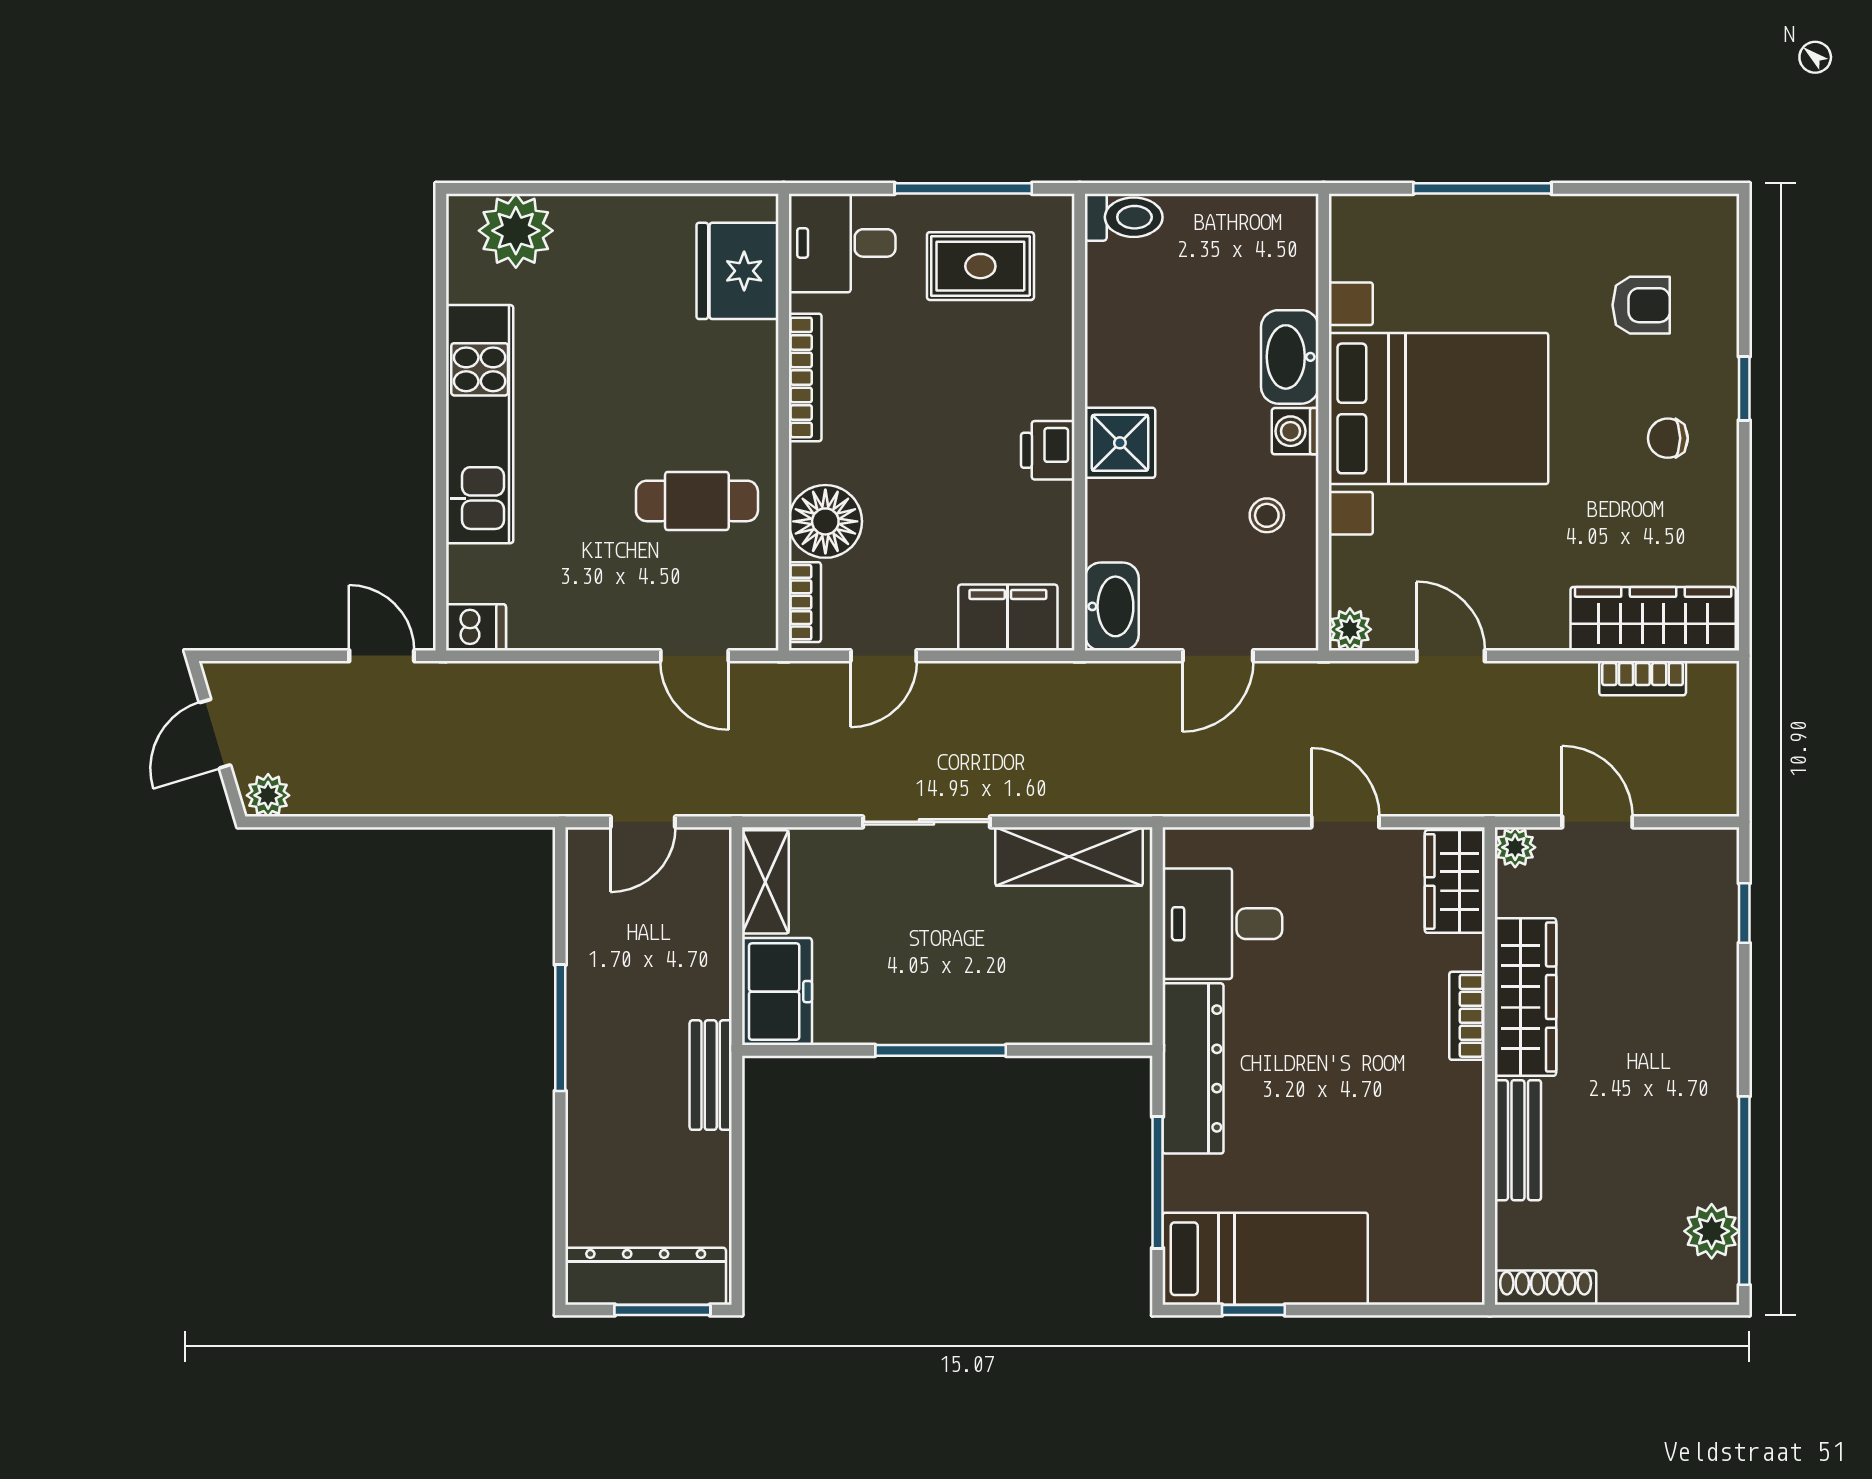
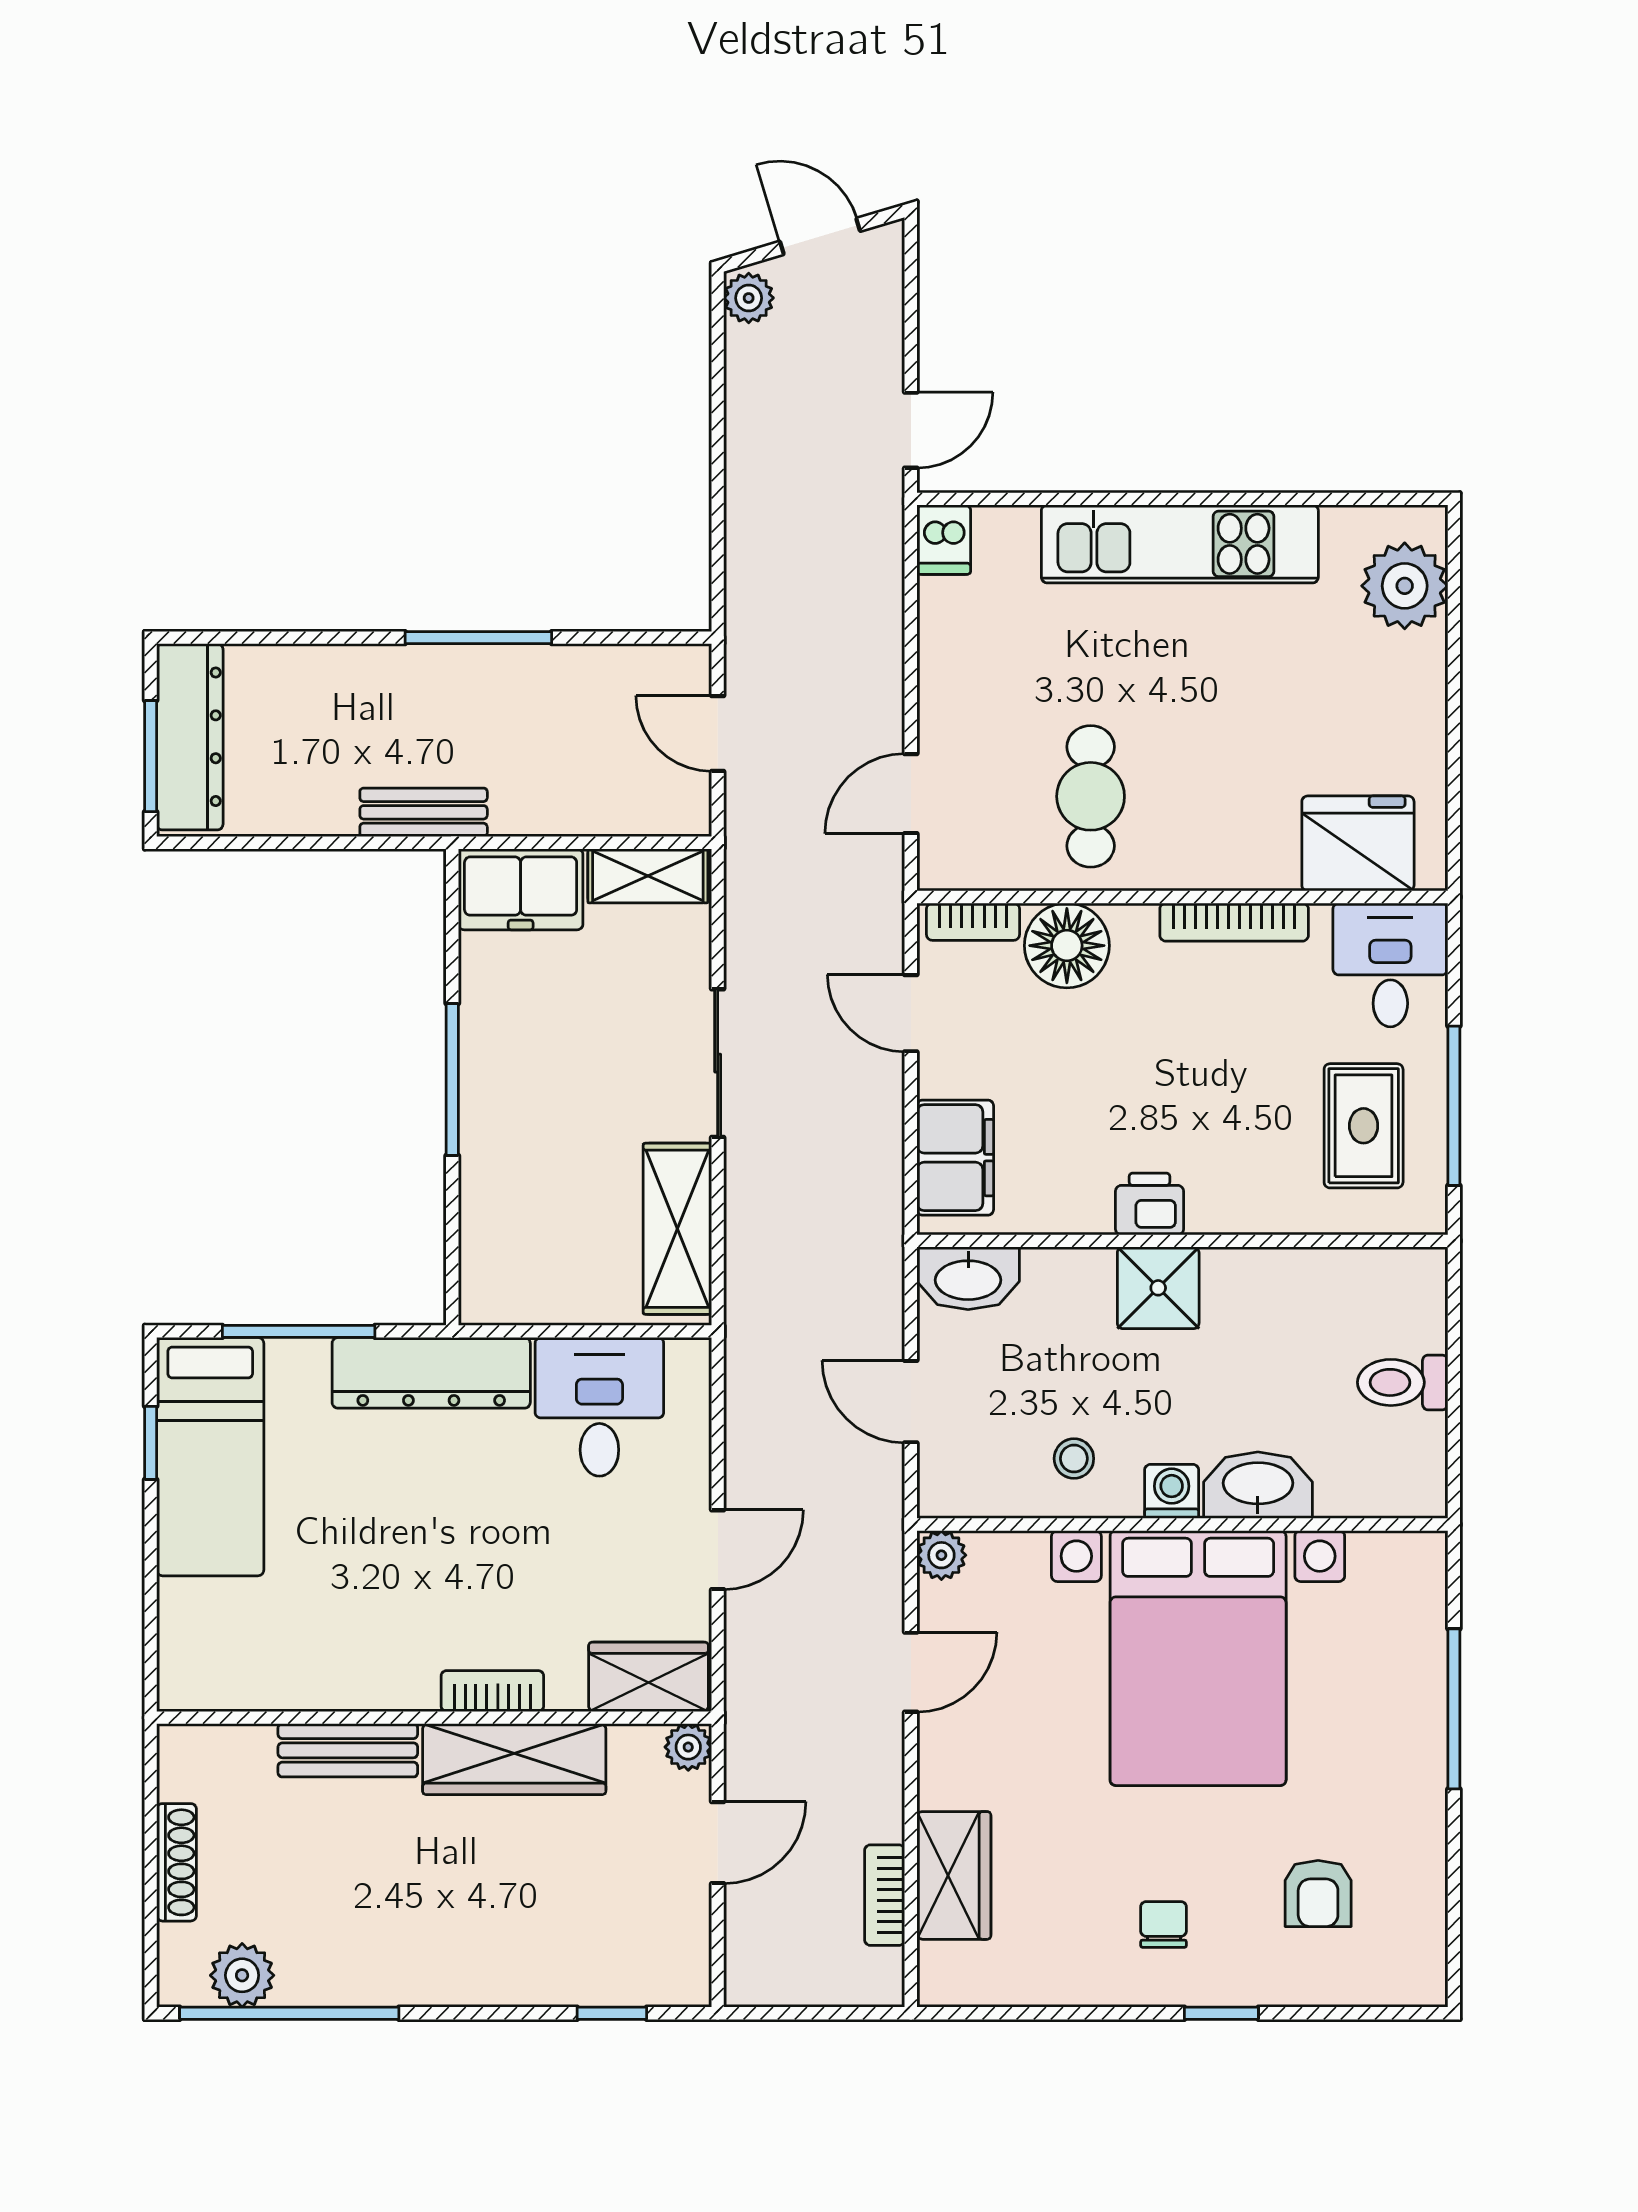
toilet: (1124, 217) -> (1403, 1382), moved, turned 90
wardrobe: (1653, 619) -> (954, 1875), width x0.67
shoe rack: (1546, 1288) -> (177, 1862), moved

